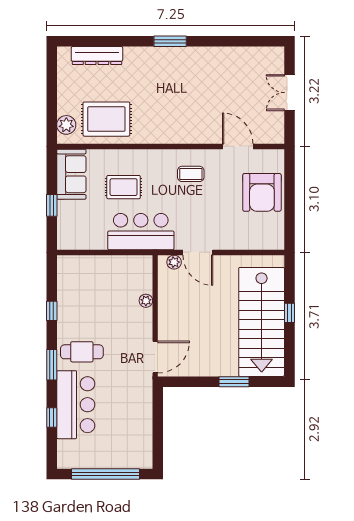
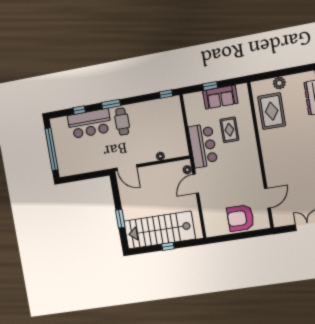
plant: (66, 125) -> (279, 83), moved
sofa: (71, 174) -> (220, 97), moved
coffee table: (191, 174) -> (245, 171), removed
window: (52, 311) -> (166, 94), moved

